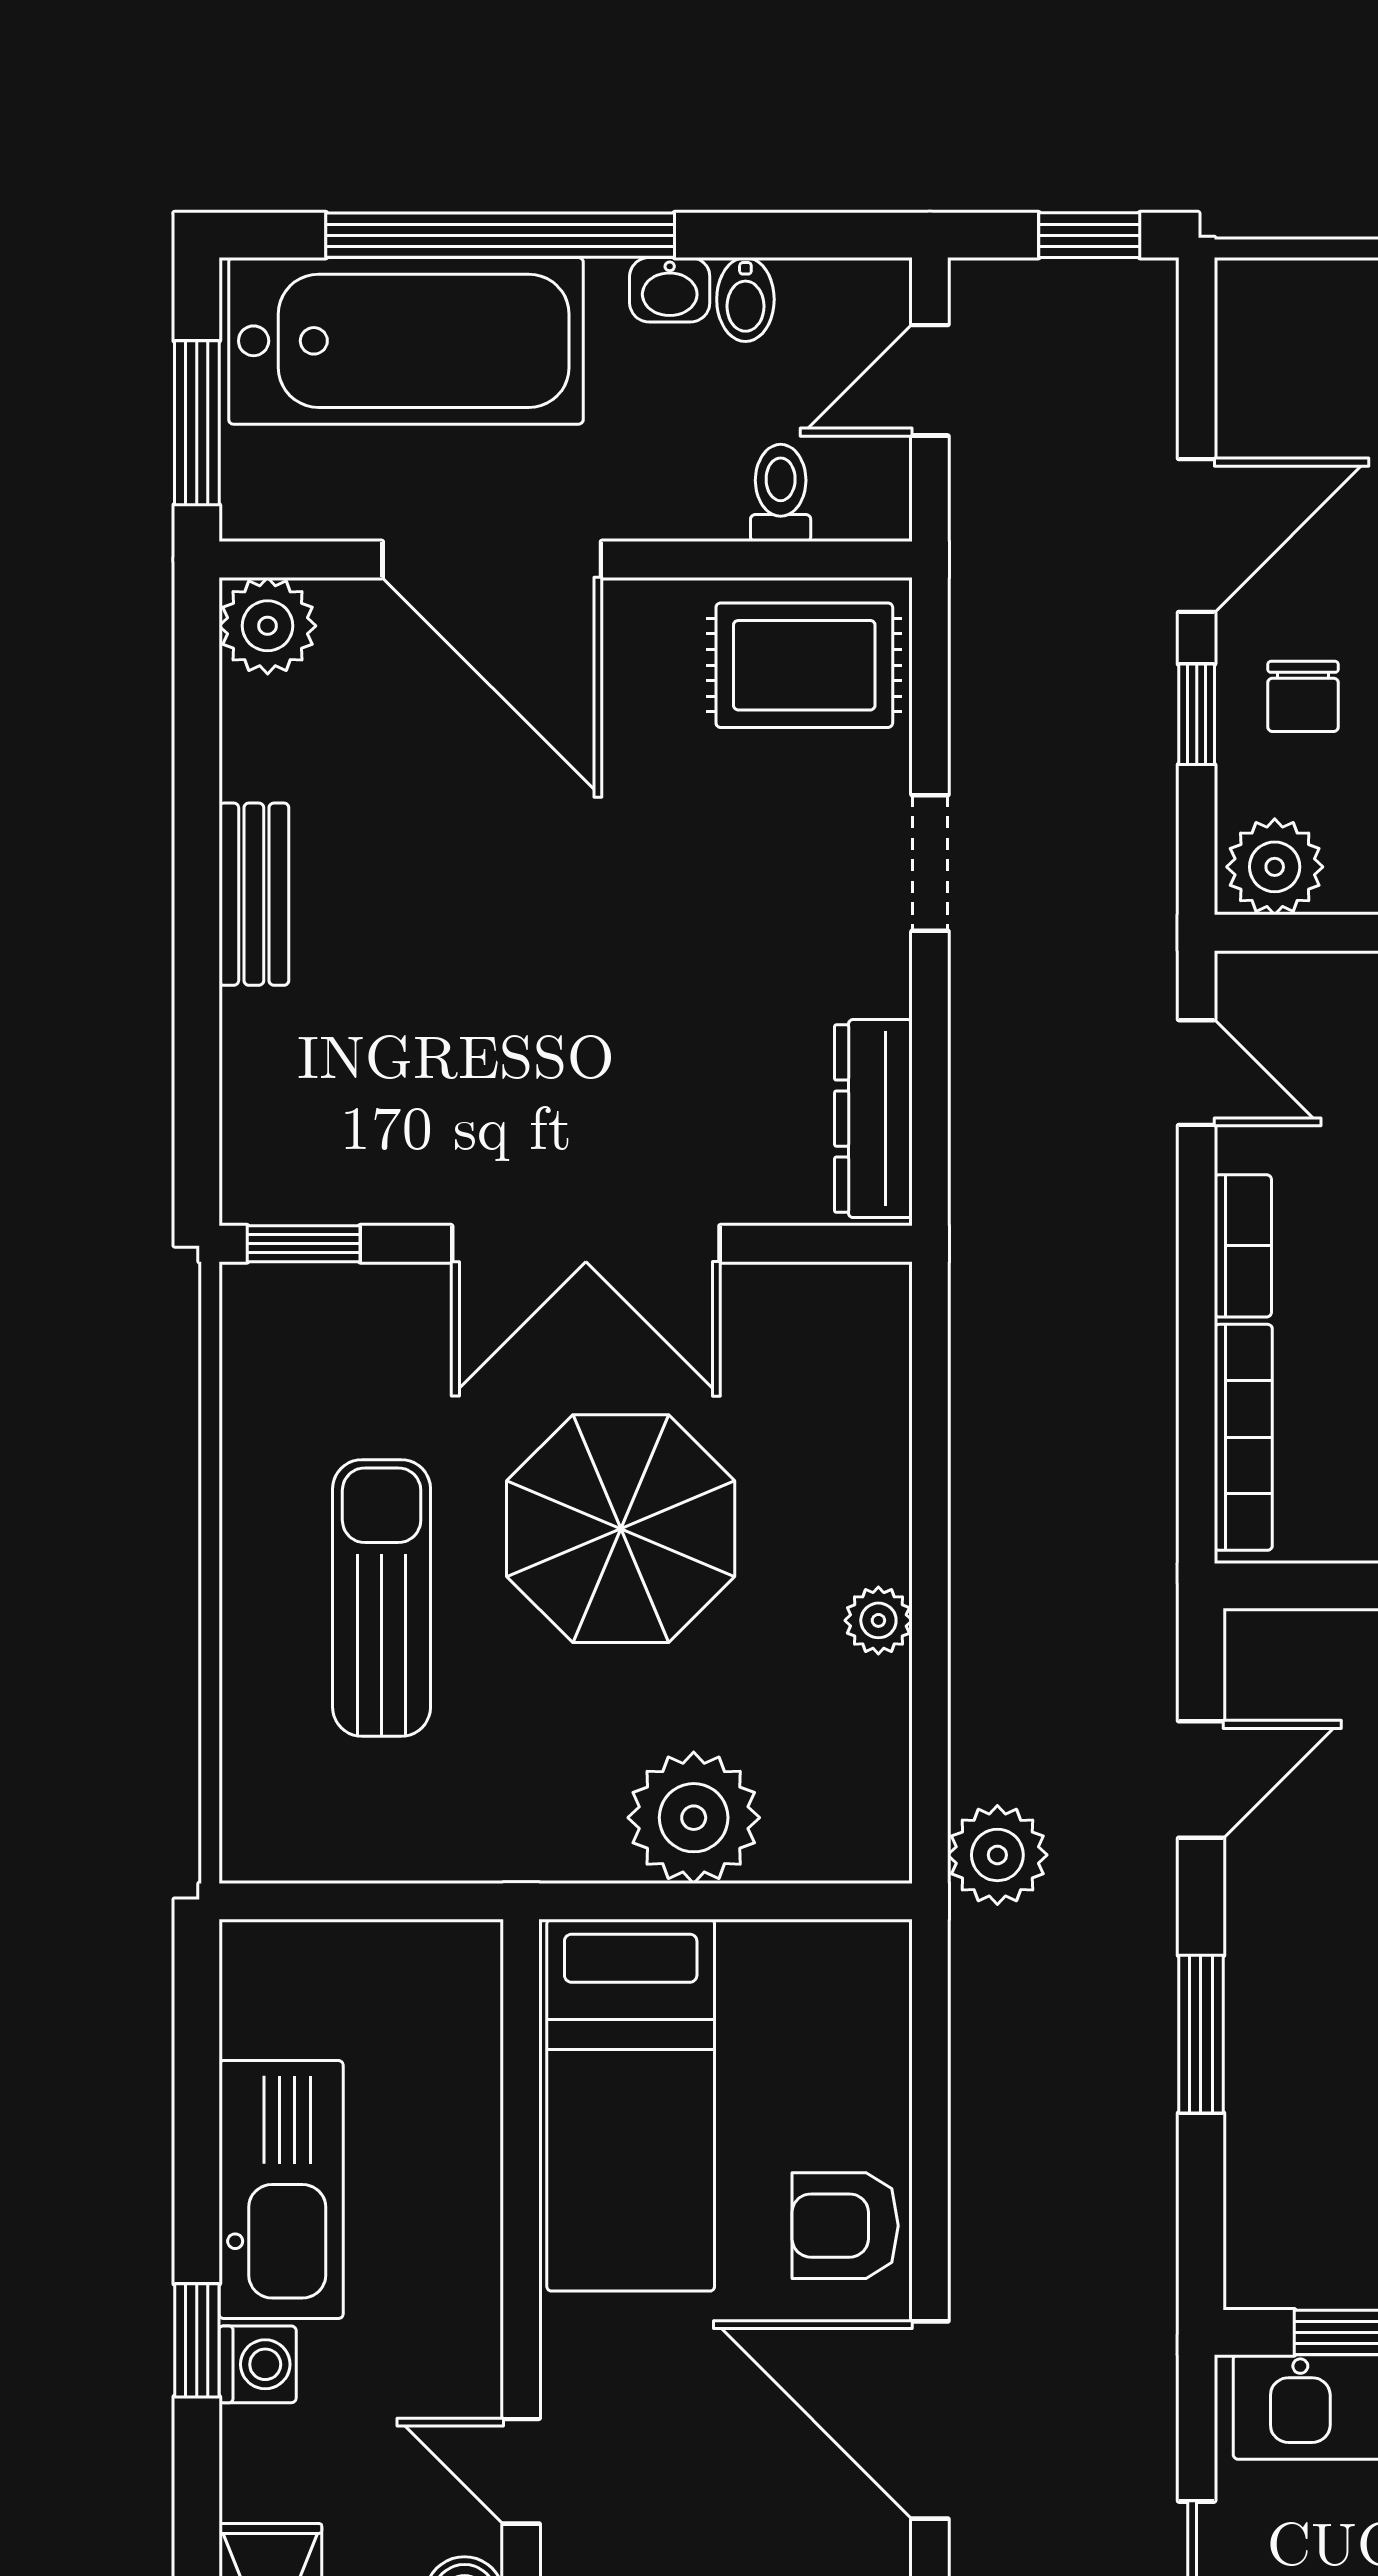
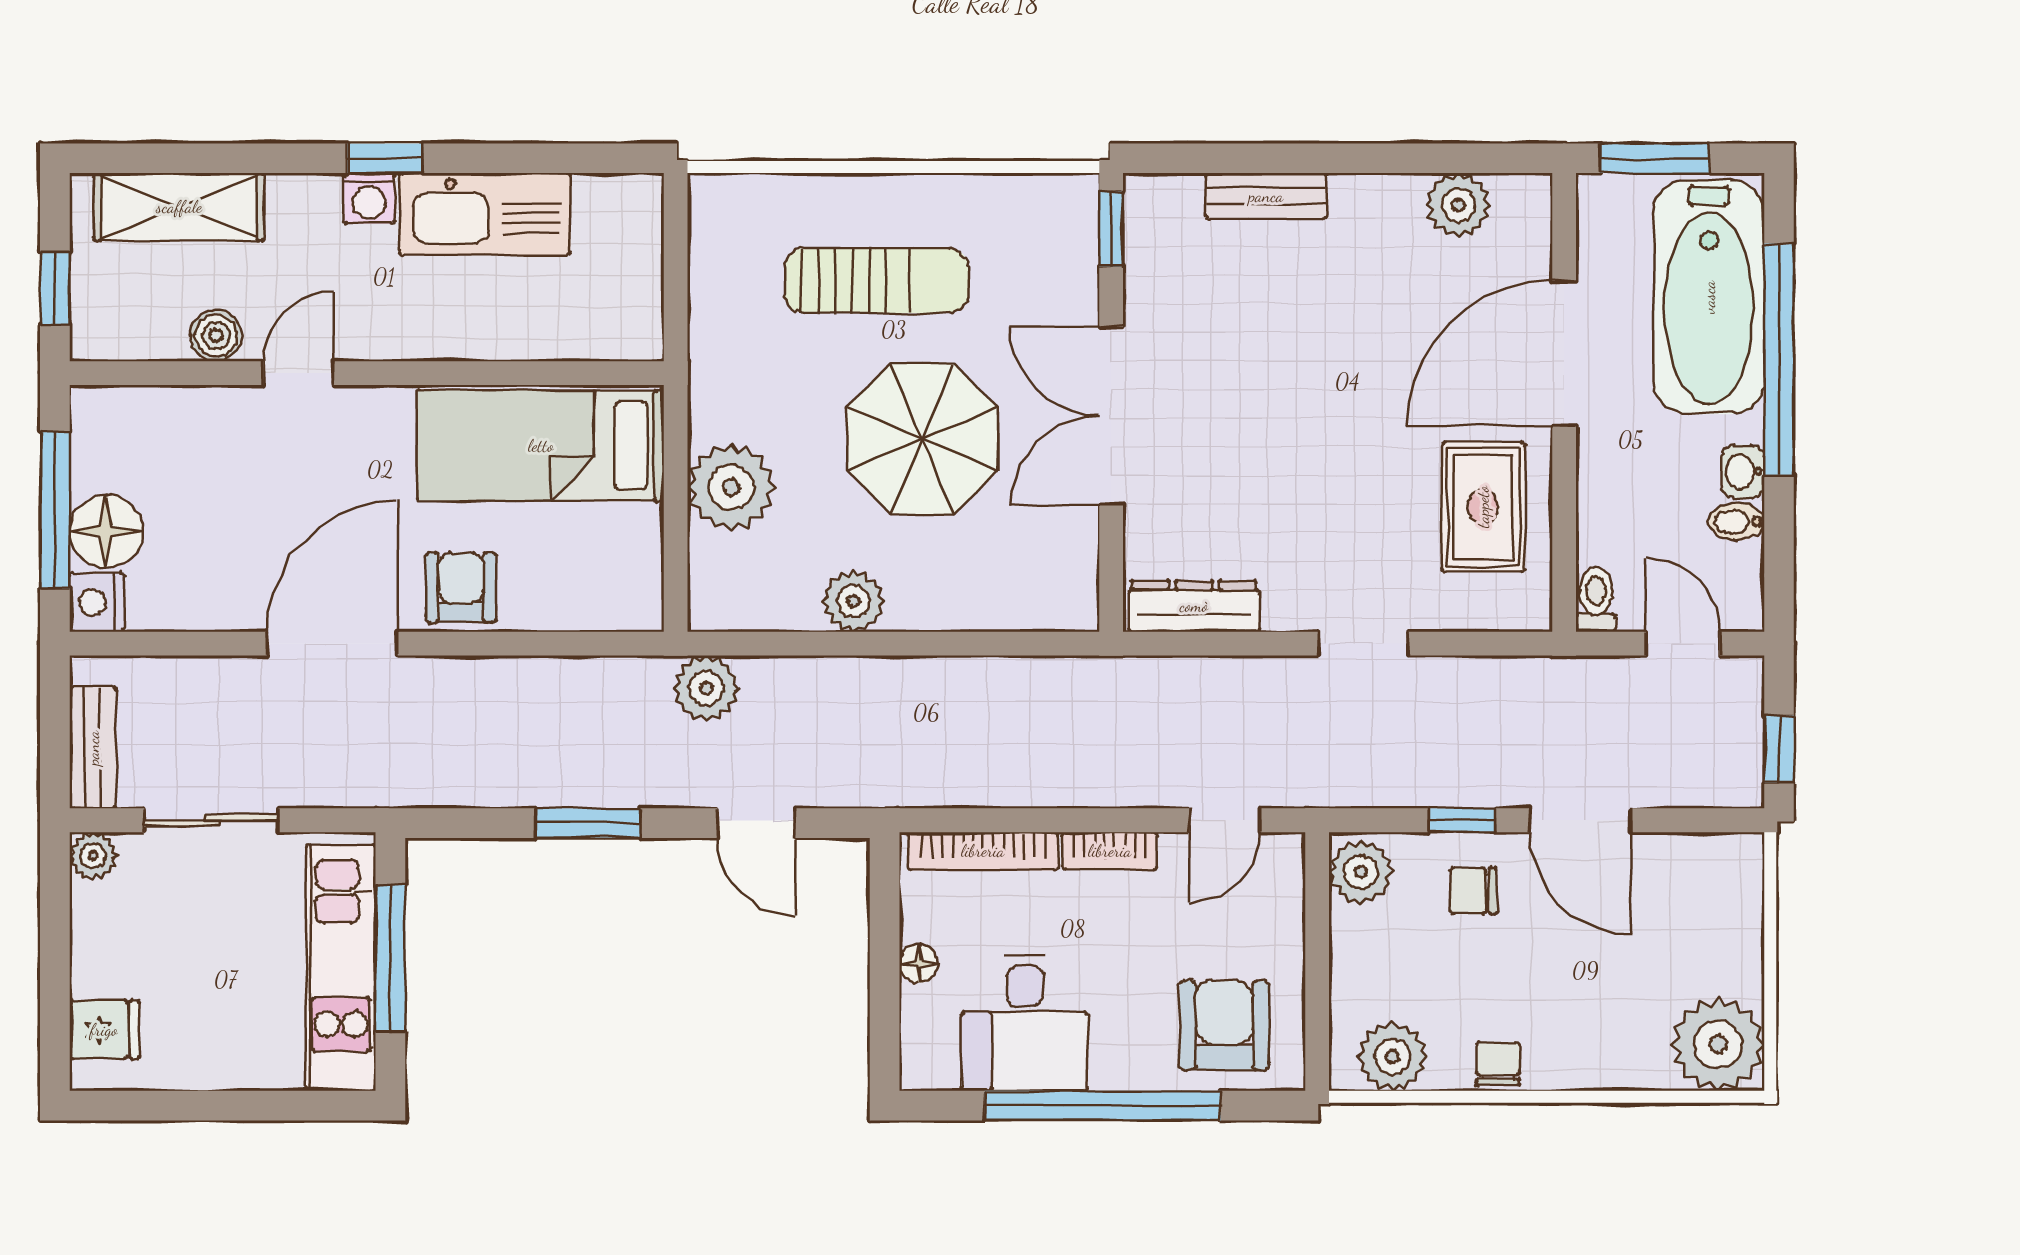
toilet: (781, 493) -> (1596, 600), moved, turned -90
plant: (268, 626) -> (1458, 205), moved
rug: (804, 665) -> (1483, 507), moved
bench: (254, 894) -> (1266, 196), moved
plant: (878, 1620) -> (853, 601), width x1.38, depth x1.38

